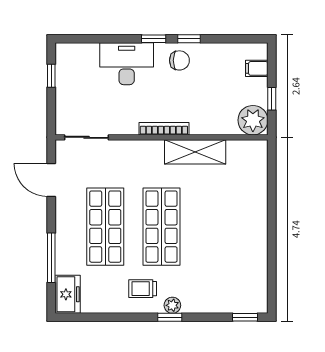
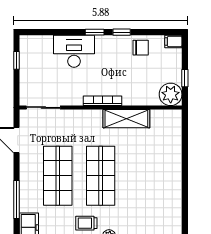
chair: (179, 60) -> (141, 48), moved
filing cabinet: (257, 68) -> (173, 41), moved

